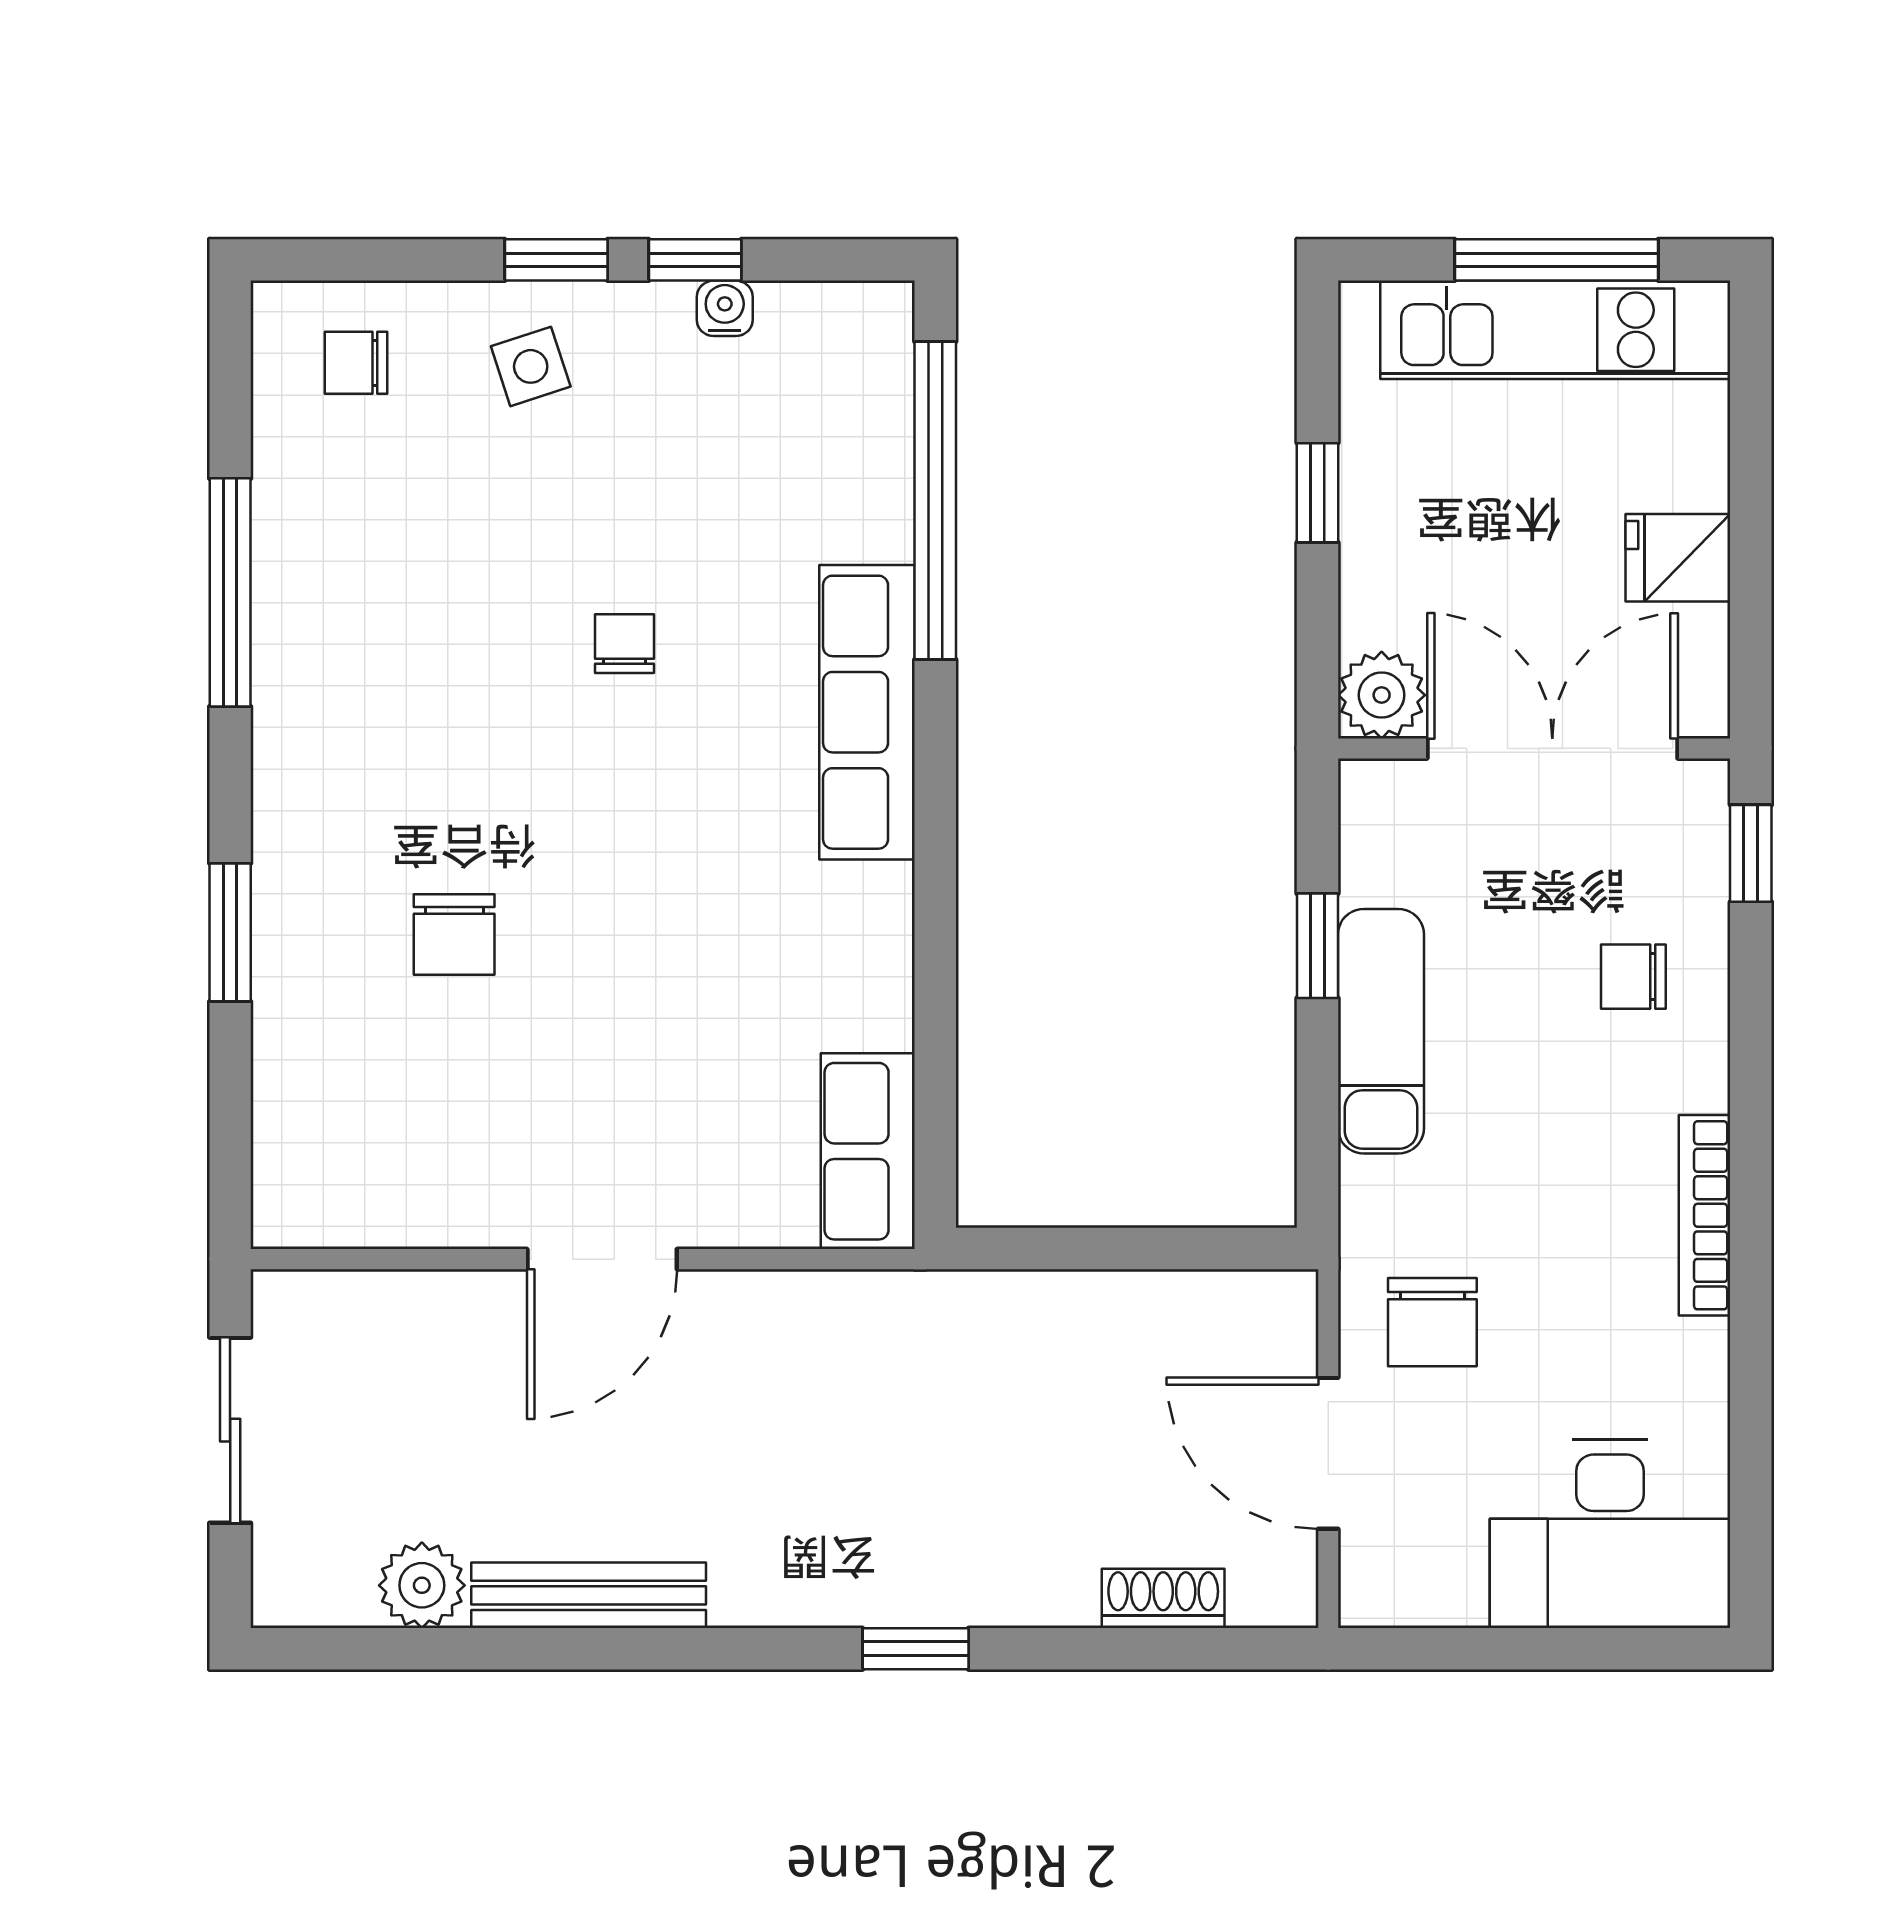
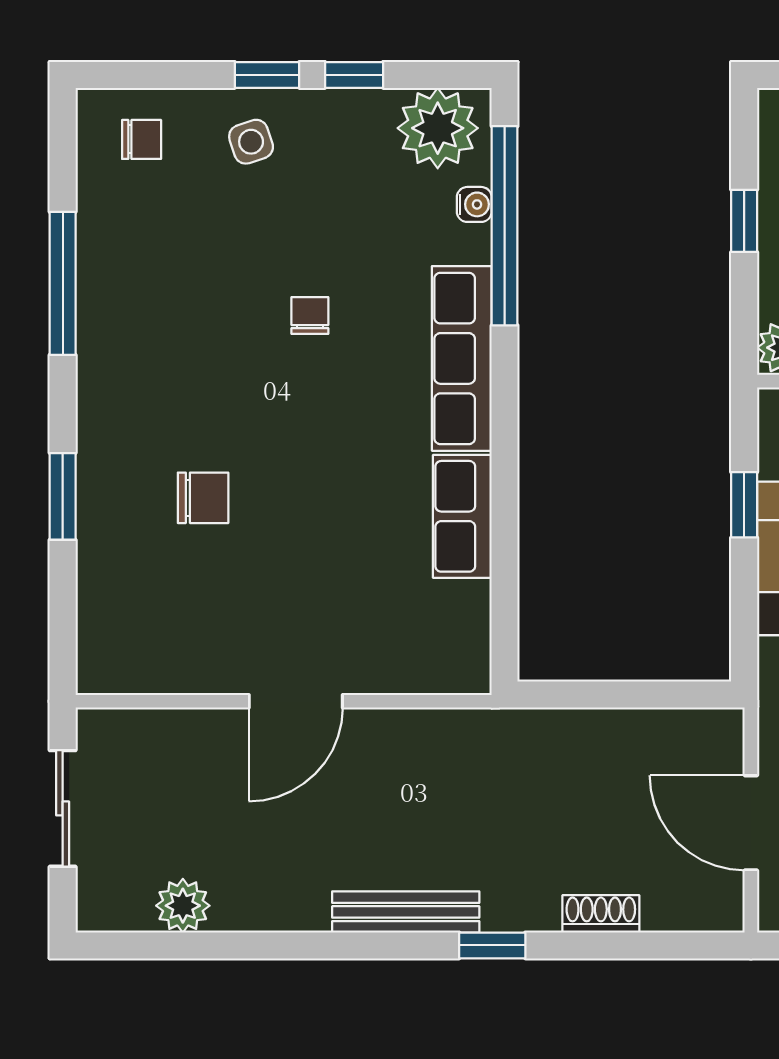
water cooler: (725, 308) -> (474, 204), moved, turned 90
plant: (829, 345) -> (438, 128), added
chair: (356, 363) -> (142, 139), turned 180
chair: (454, 935) -> (203, 498), turned -90
row of seats: (868, 1151) -> (462, 516), moved
bench: (589, 1595) -> (406, 912), moved
shoe rack: (1163, 1598) -> (601, 914), moved

